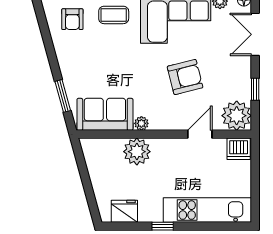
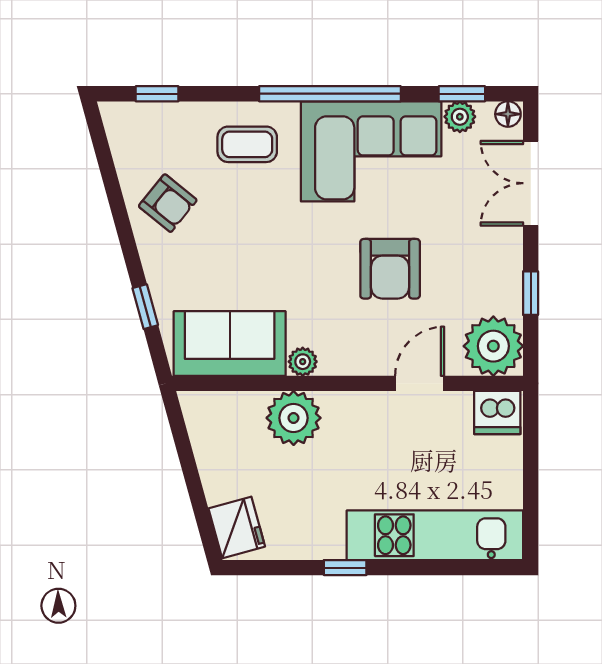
armchair: (72, 19) -> (168, 203), moved, turned -51
armchair: (185, 77) -> (390, 269), turned 104
window: (63, 96) -> (145, 307), width x0.67
fridge: (124, 211) -> (237, 527), moved, turned 75

